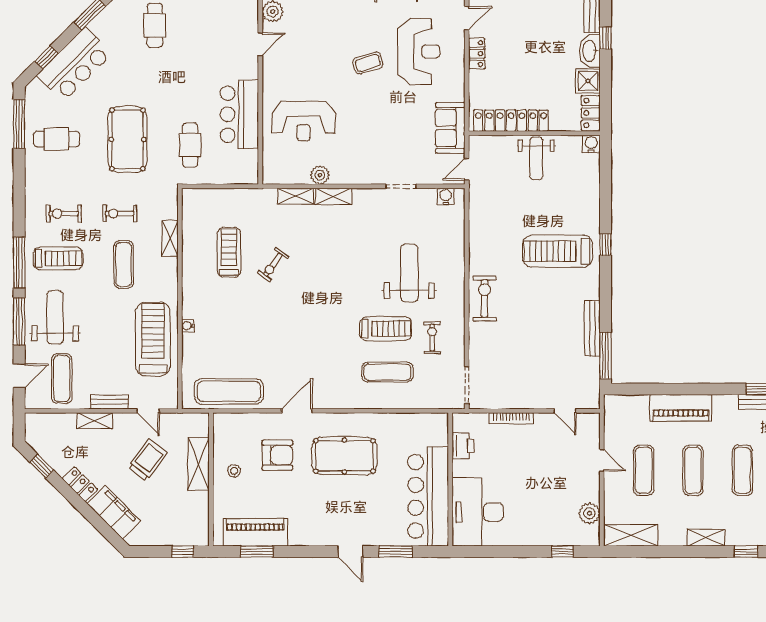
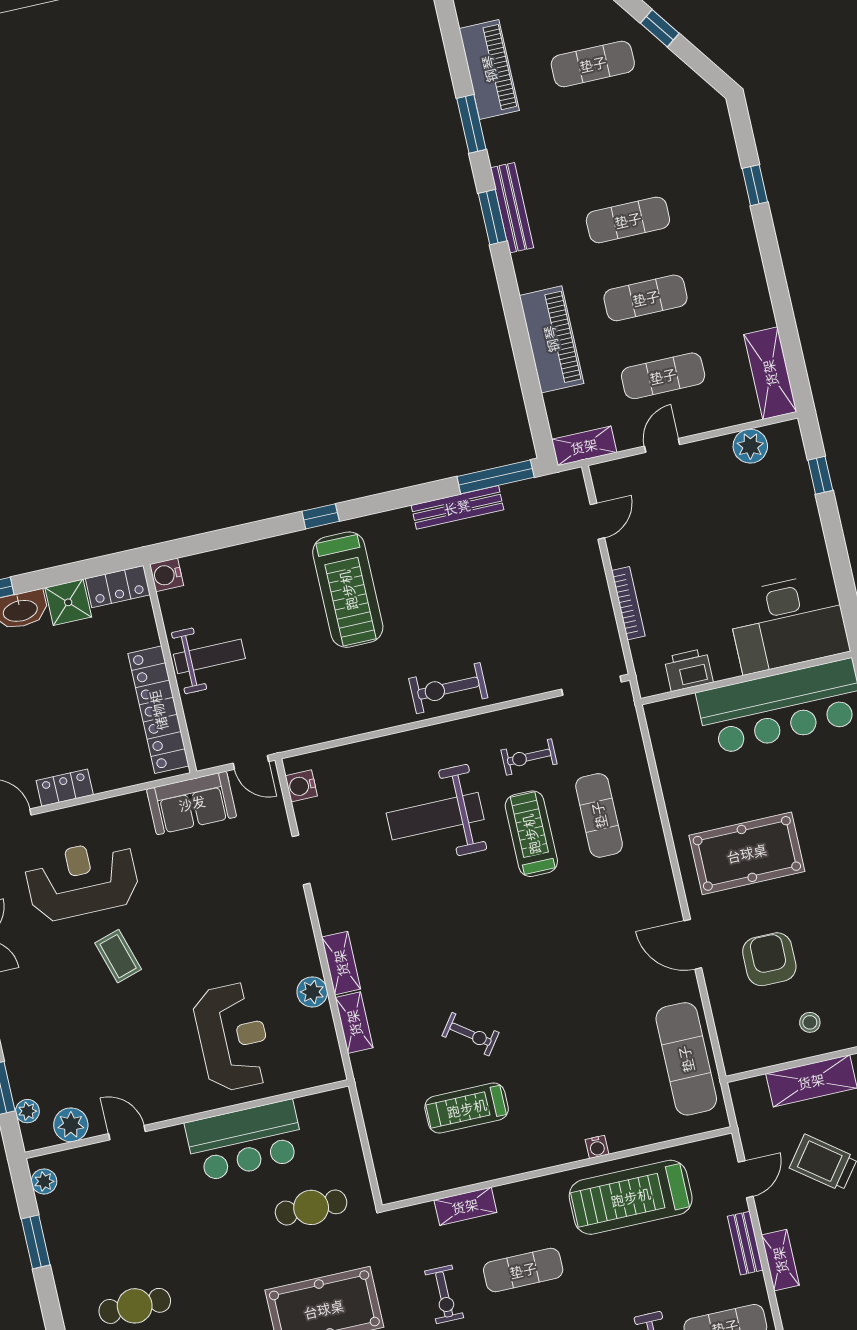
pool table: (344, 456) -> (747, 853), turned 90
shelving: (706, 538) -> (584, 446), moved, turned 90

